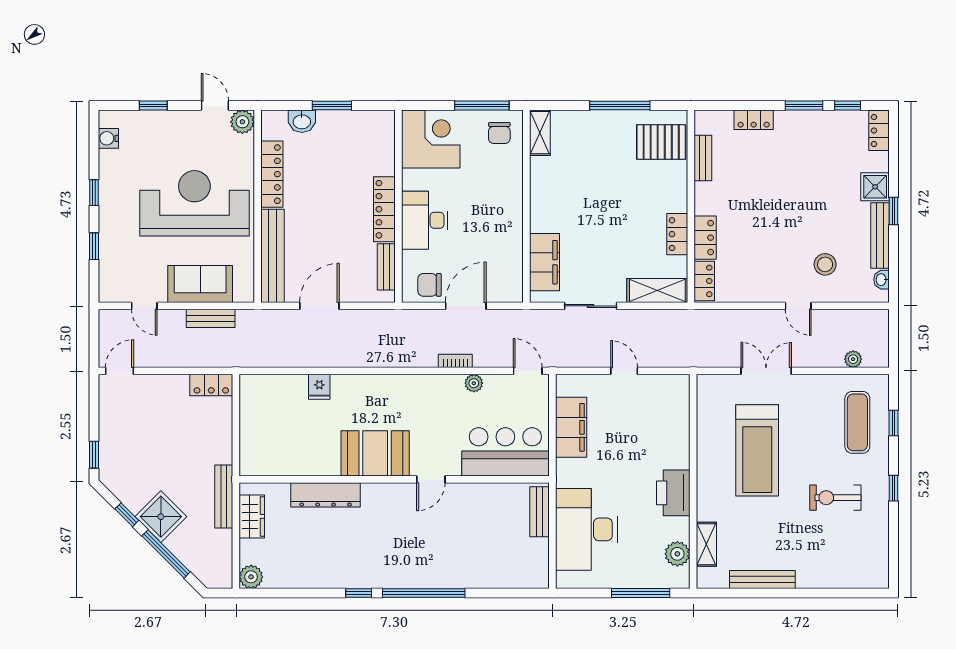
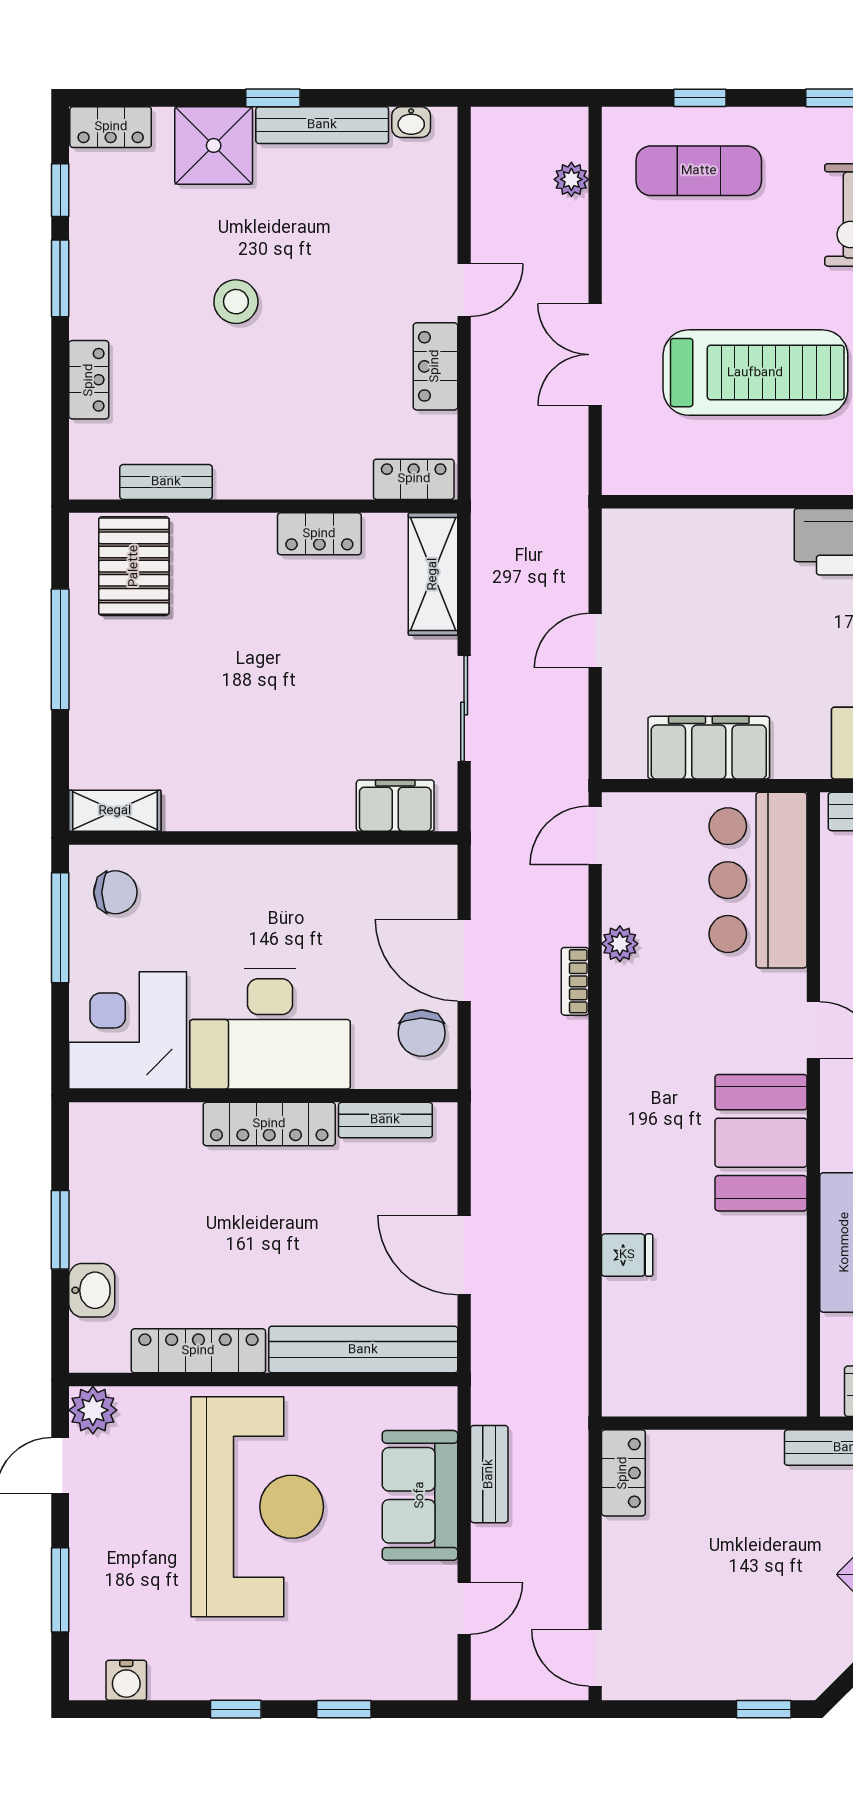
window: (153, 106) -> (60, 1590), width x1.50
shower: (875, 187) -> (214, 145), width x1.36, depth x1.36
reception desk: (194, 203) -> (257, 1507), turned 180
desk: (425, 220) -> (270, 1029), width x1.36, depth x1.30
locker: (705, 238) -> (435, 366), moved, turned -90
filing cabinet: (544, 262) -> (395, 806), width x0.67, depth x0.86
stool: (825, 264) -> (236, 302), moved

